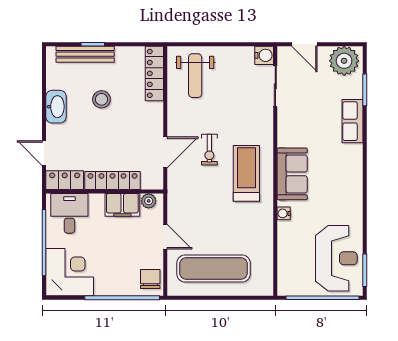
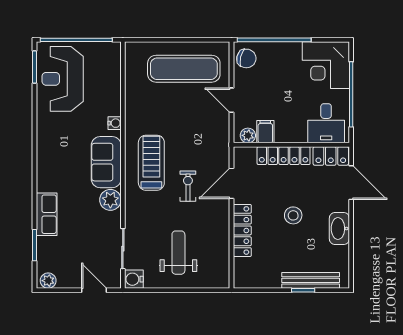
plant: (344, 61) -> (48, 281), width x0.53, depth x0.53
locker: (154, 73) -> (242, 230), moved
weight bench: (195, 76) -> (178, 253), moved
stool: (101, 99) -> (293, 215), moved
plant: (288, 136) -> (110, 200), added
door: (44, 153) -> (351, 183), width x1.38
treadmill: (246, 173) -> (151, 163), turned 180
filing cabinet: (122, 205) -> (265, 132), width x0.50
chair: (150, 279) -> (246, 58), turned -77

